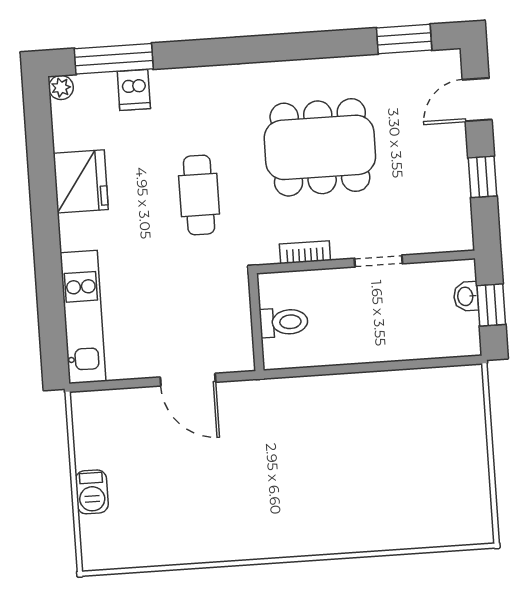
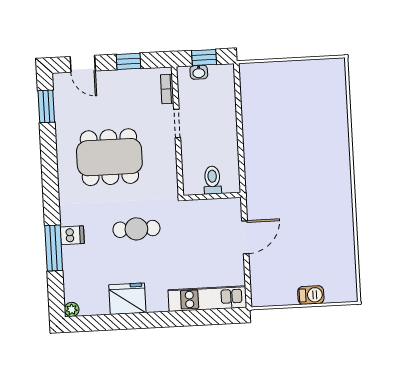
window: (114, 59) -> (54, 248), moved
dishwasher: (134, 90) -> (72, 235), moved
dining table: (320, 147) -> (109, 157), turned 90
bookcase: (305, 252) -> (167, 89), moved

